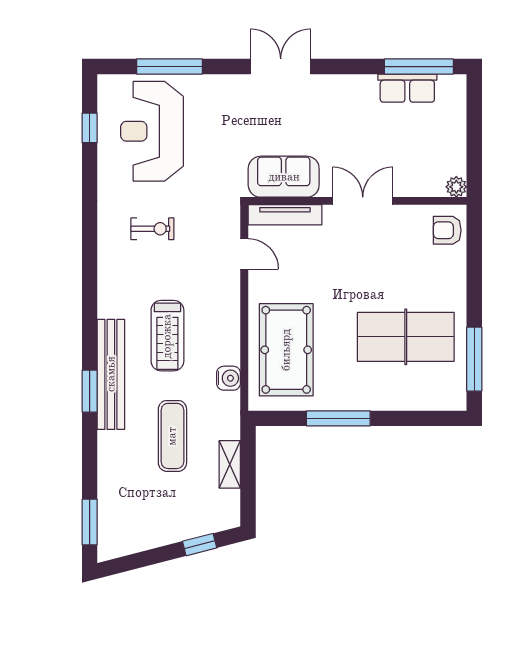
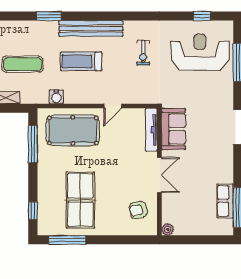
armchair: (447, 230) -> (138, 210), moved, turned -102
door: (244, 254) -> (113, 106), moved
bench: (111, 374) -> (91, 28), moved
window: (338, 418) -> (33, 144), moved
window: (424, 418) -> (33, 211), added

